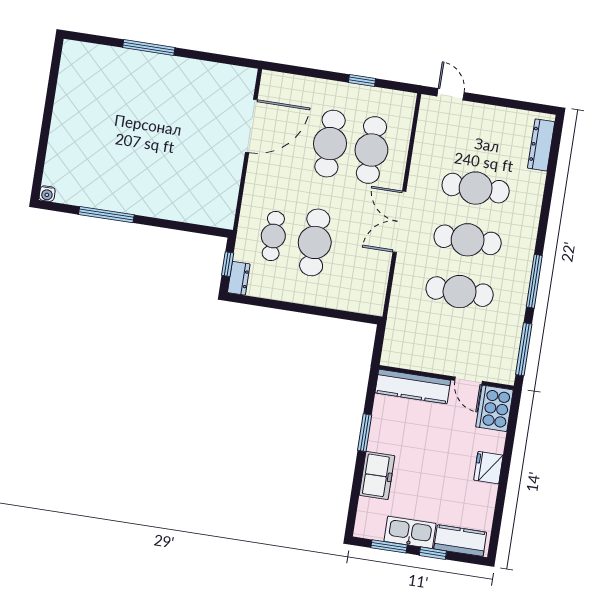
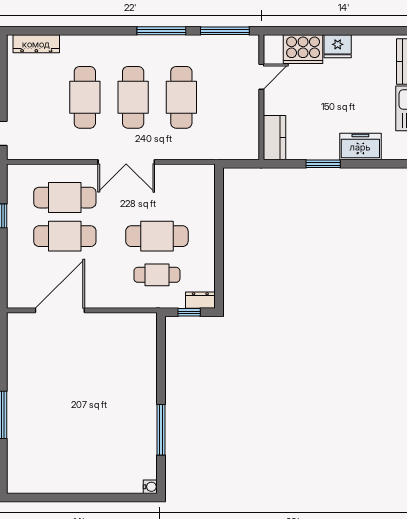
door: (251, 126) -> (60, 310), hinge flipped
kitchen counter: (413, 387) -> (274, 138), width x0.67
cooker: (494, 408) -> (303, 49), moved

